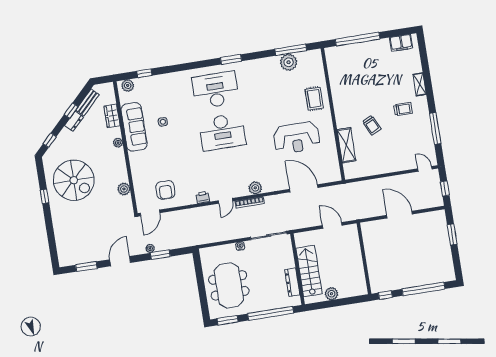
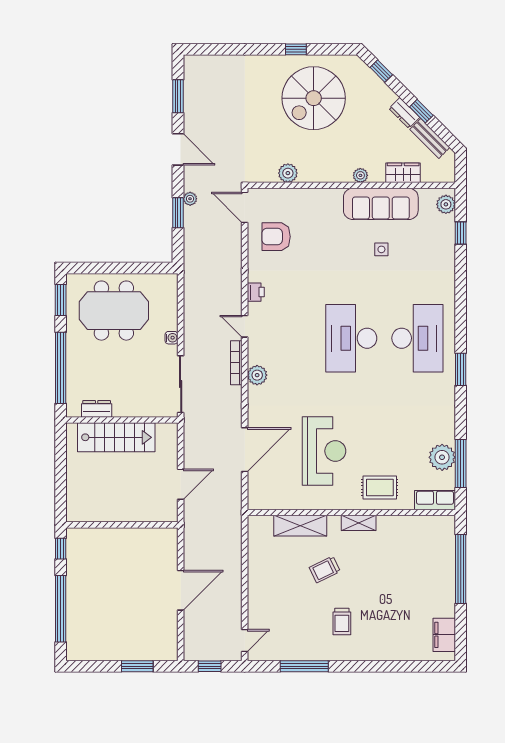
row of seats: (316, 62) -> (435, 500), added
shelving: (420, 84) -> (359, 523), moved
reception desk: (297, 138) -> (324, 451), turned 180
dresser: (292, 282) -> (97, 409), width x0.70
plant: (331, 294) -> (76, 466), removed

